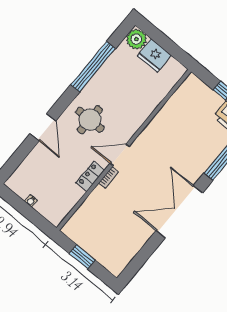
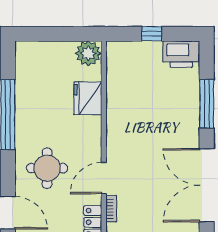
plant: (136, 39) -> (88, 53), moved
fridge: (154, 55) -> (88, 98), moved, turned 90

